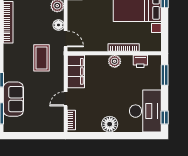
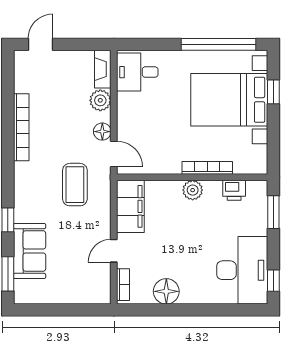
floor lamp: (110, 124) -> (166, 291), moved

